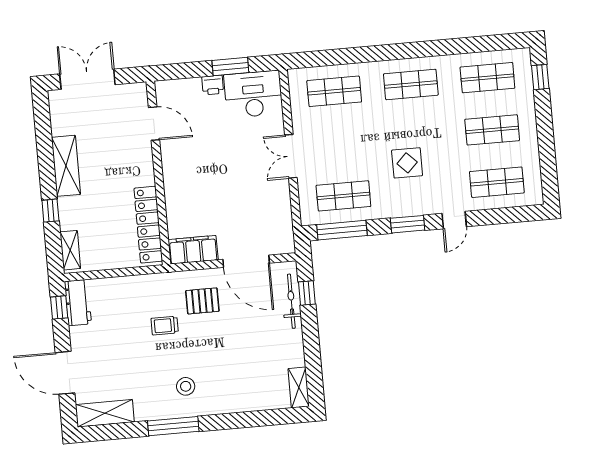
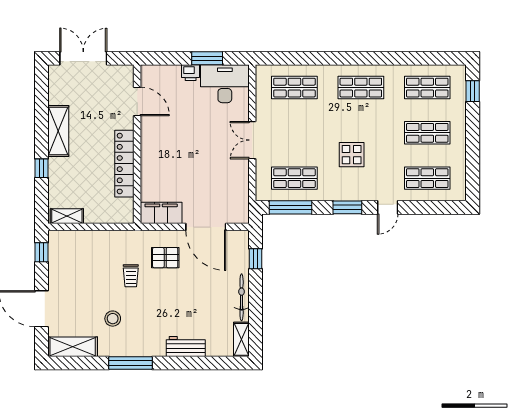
locker: (148, 225) -> (124, 164), moved
shelving: (70, 250) -> (67, 216), moved, turned 90
bicycle: (291, 301) -> (242, 297), moved
workbench: (78, 303) -> (186, 347), moved, turned -90
trolley: (165, 326) -> (131, 276), turned -90
stool: (186, 386) -> (113, 319), moved

